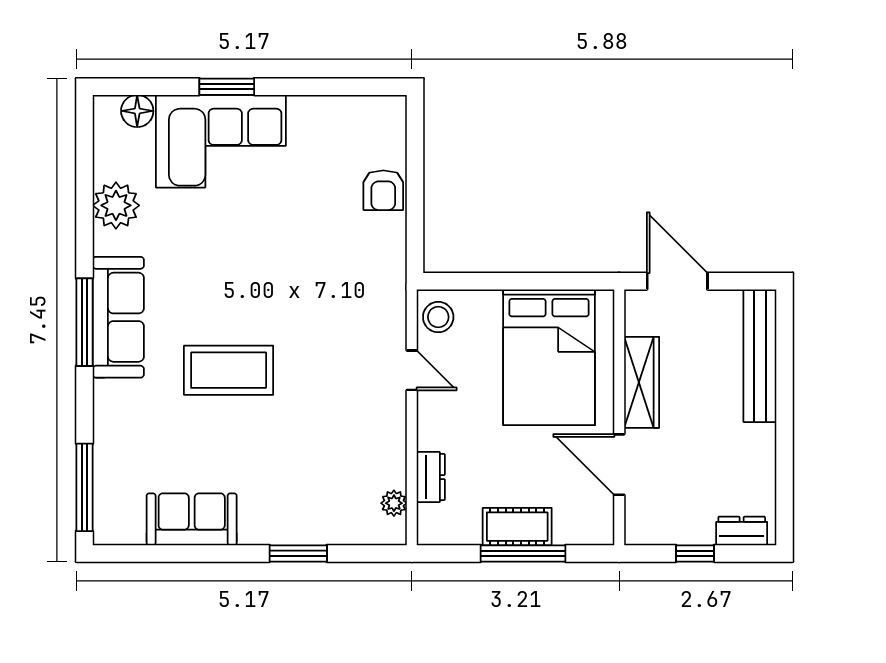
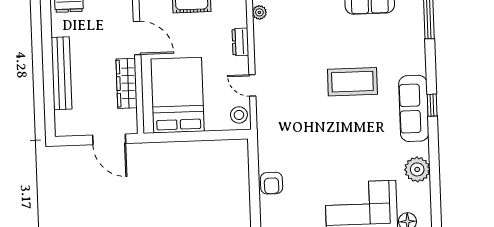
armchair: (383, 190) -> (271, 183), turned 180
window: (84, 322) -> (432, 105), width x0.46
bench: (760, 356) -> (61, 73), moved
dresser: (431, 477) -> (240, 42), moved

